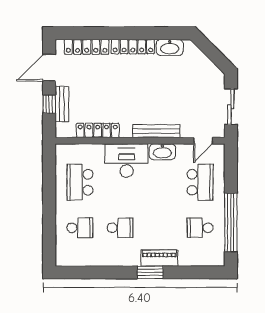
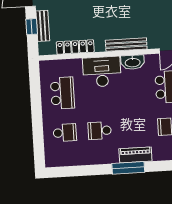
school desk: (80, 182) -> (62, 93), turned 180
school desk: (120, 228) -> (100, 131), turned 180
window: (150, 272) -> (128, 168), width x1.44

